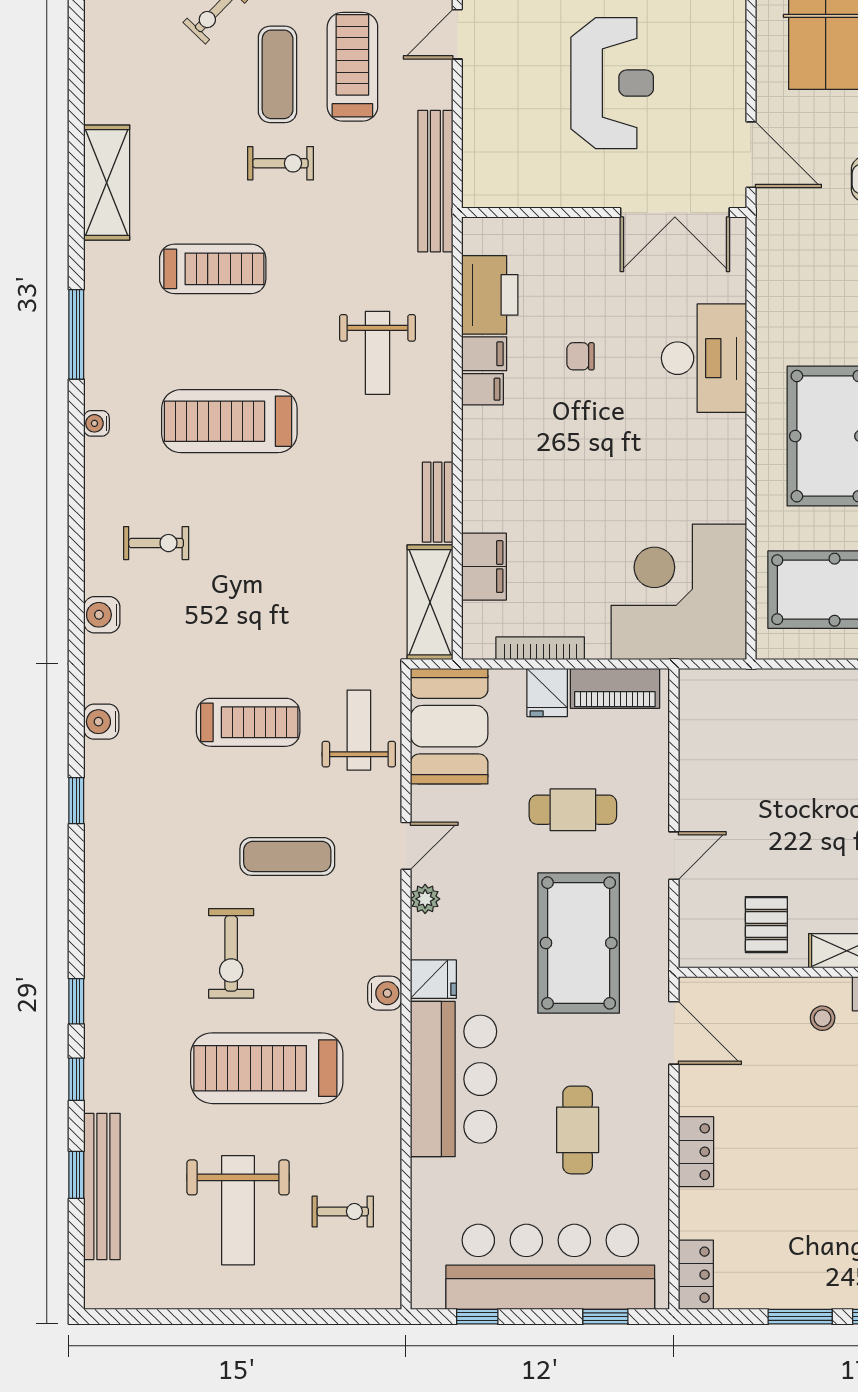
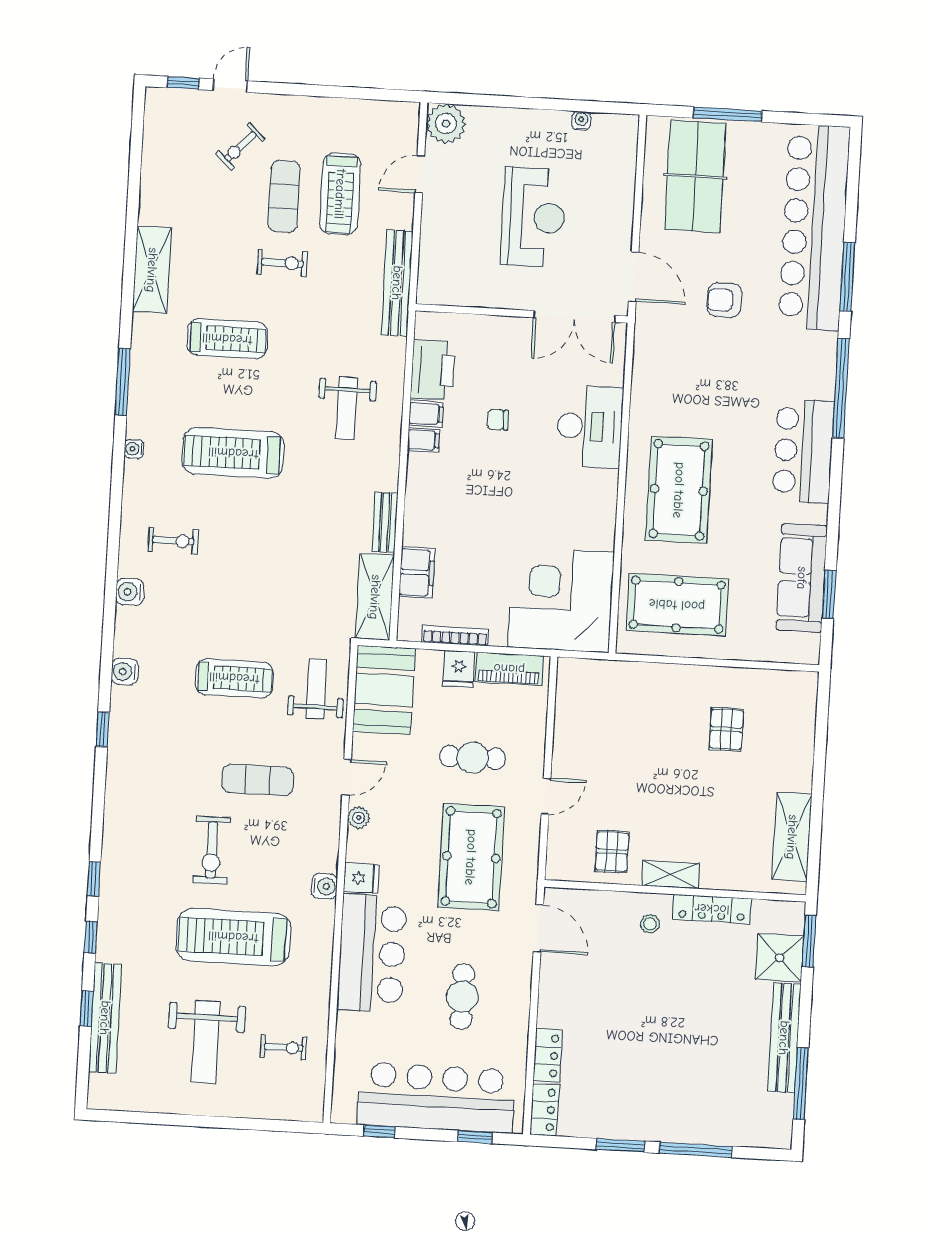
treadmill: (352, 67) -> (340, 194), turned 180
locker: (696, 1152) -> (548, 1056), moved

